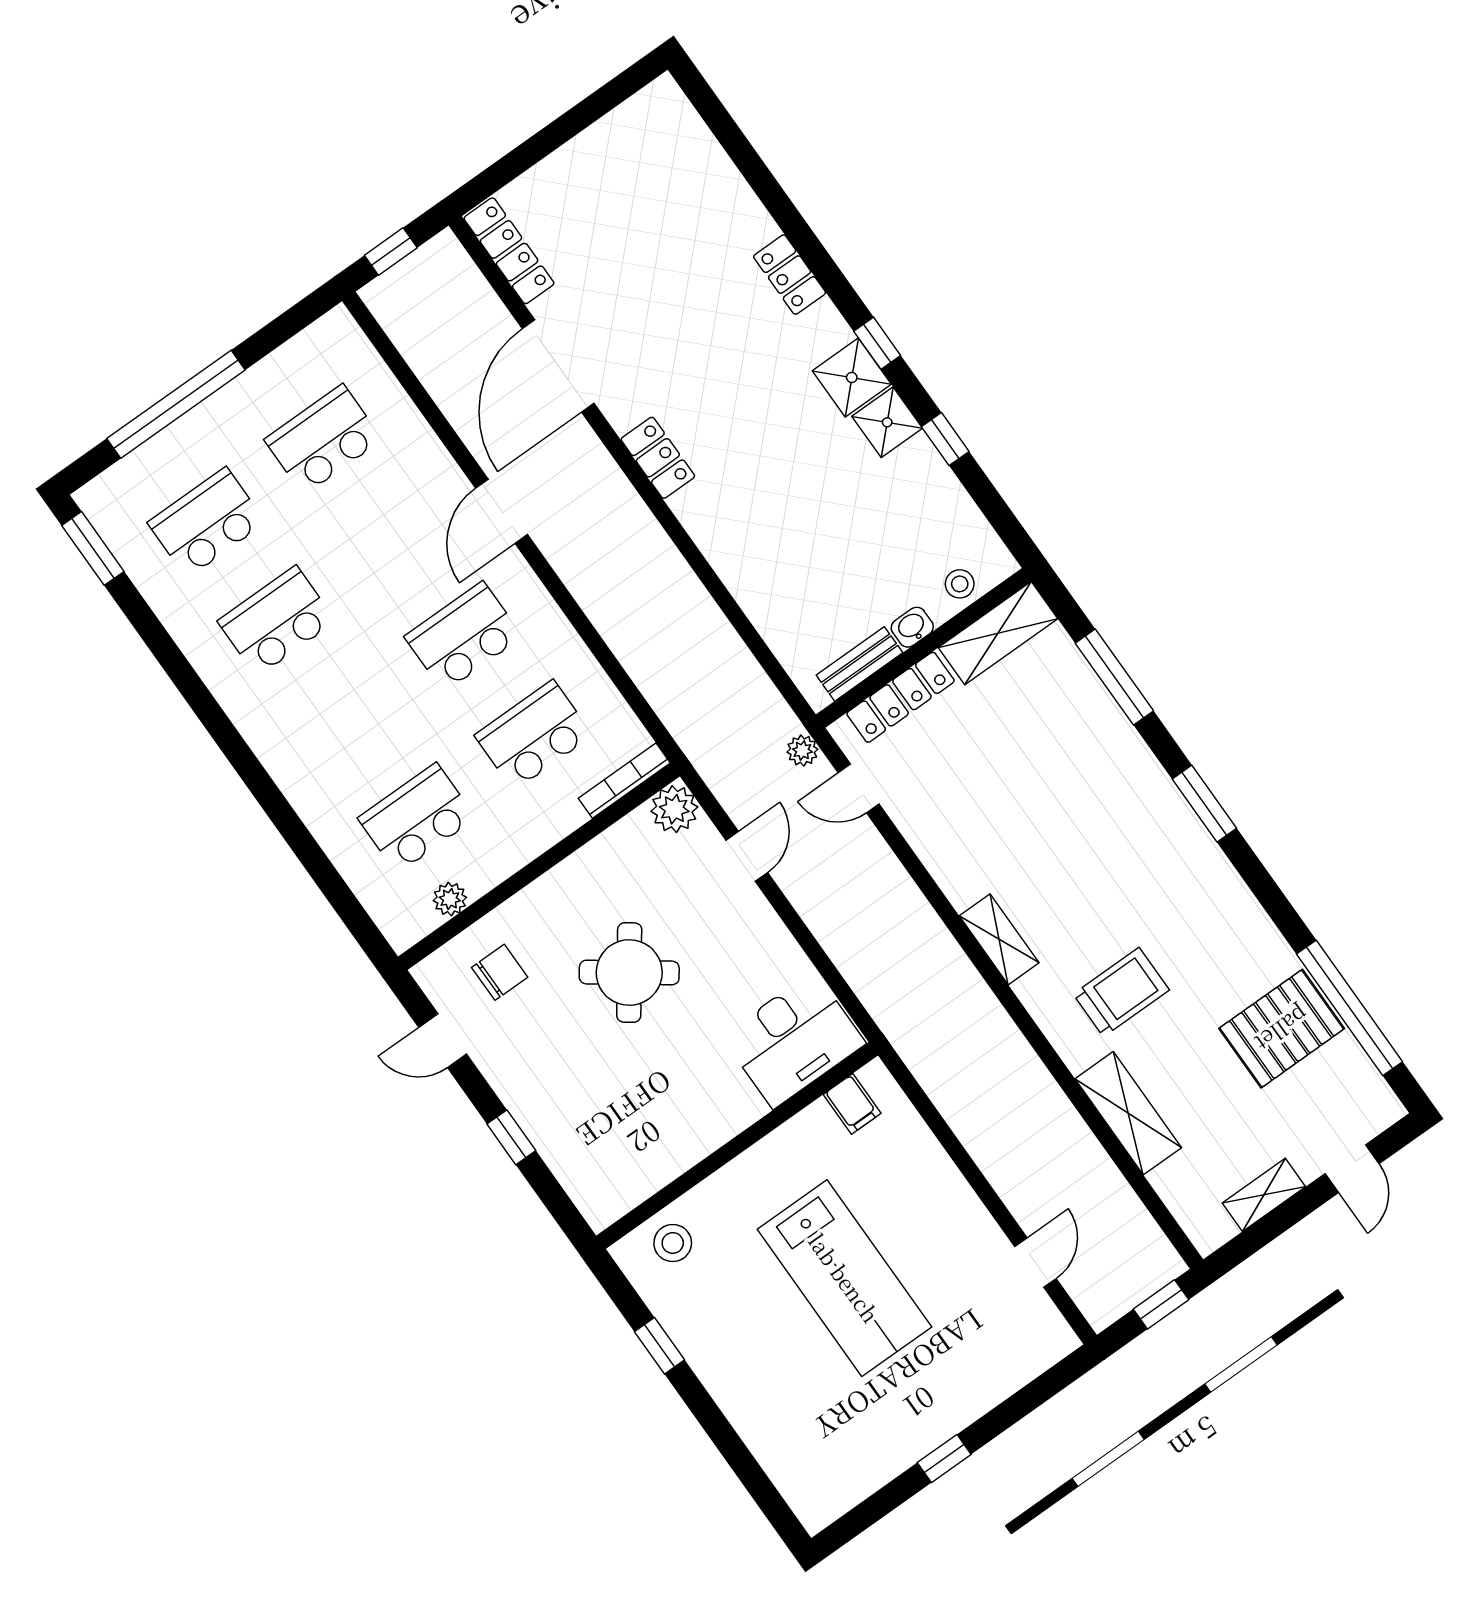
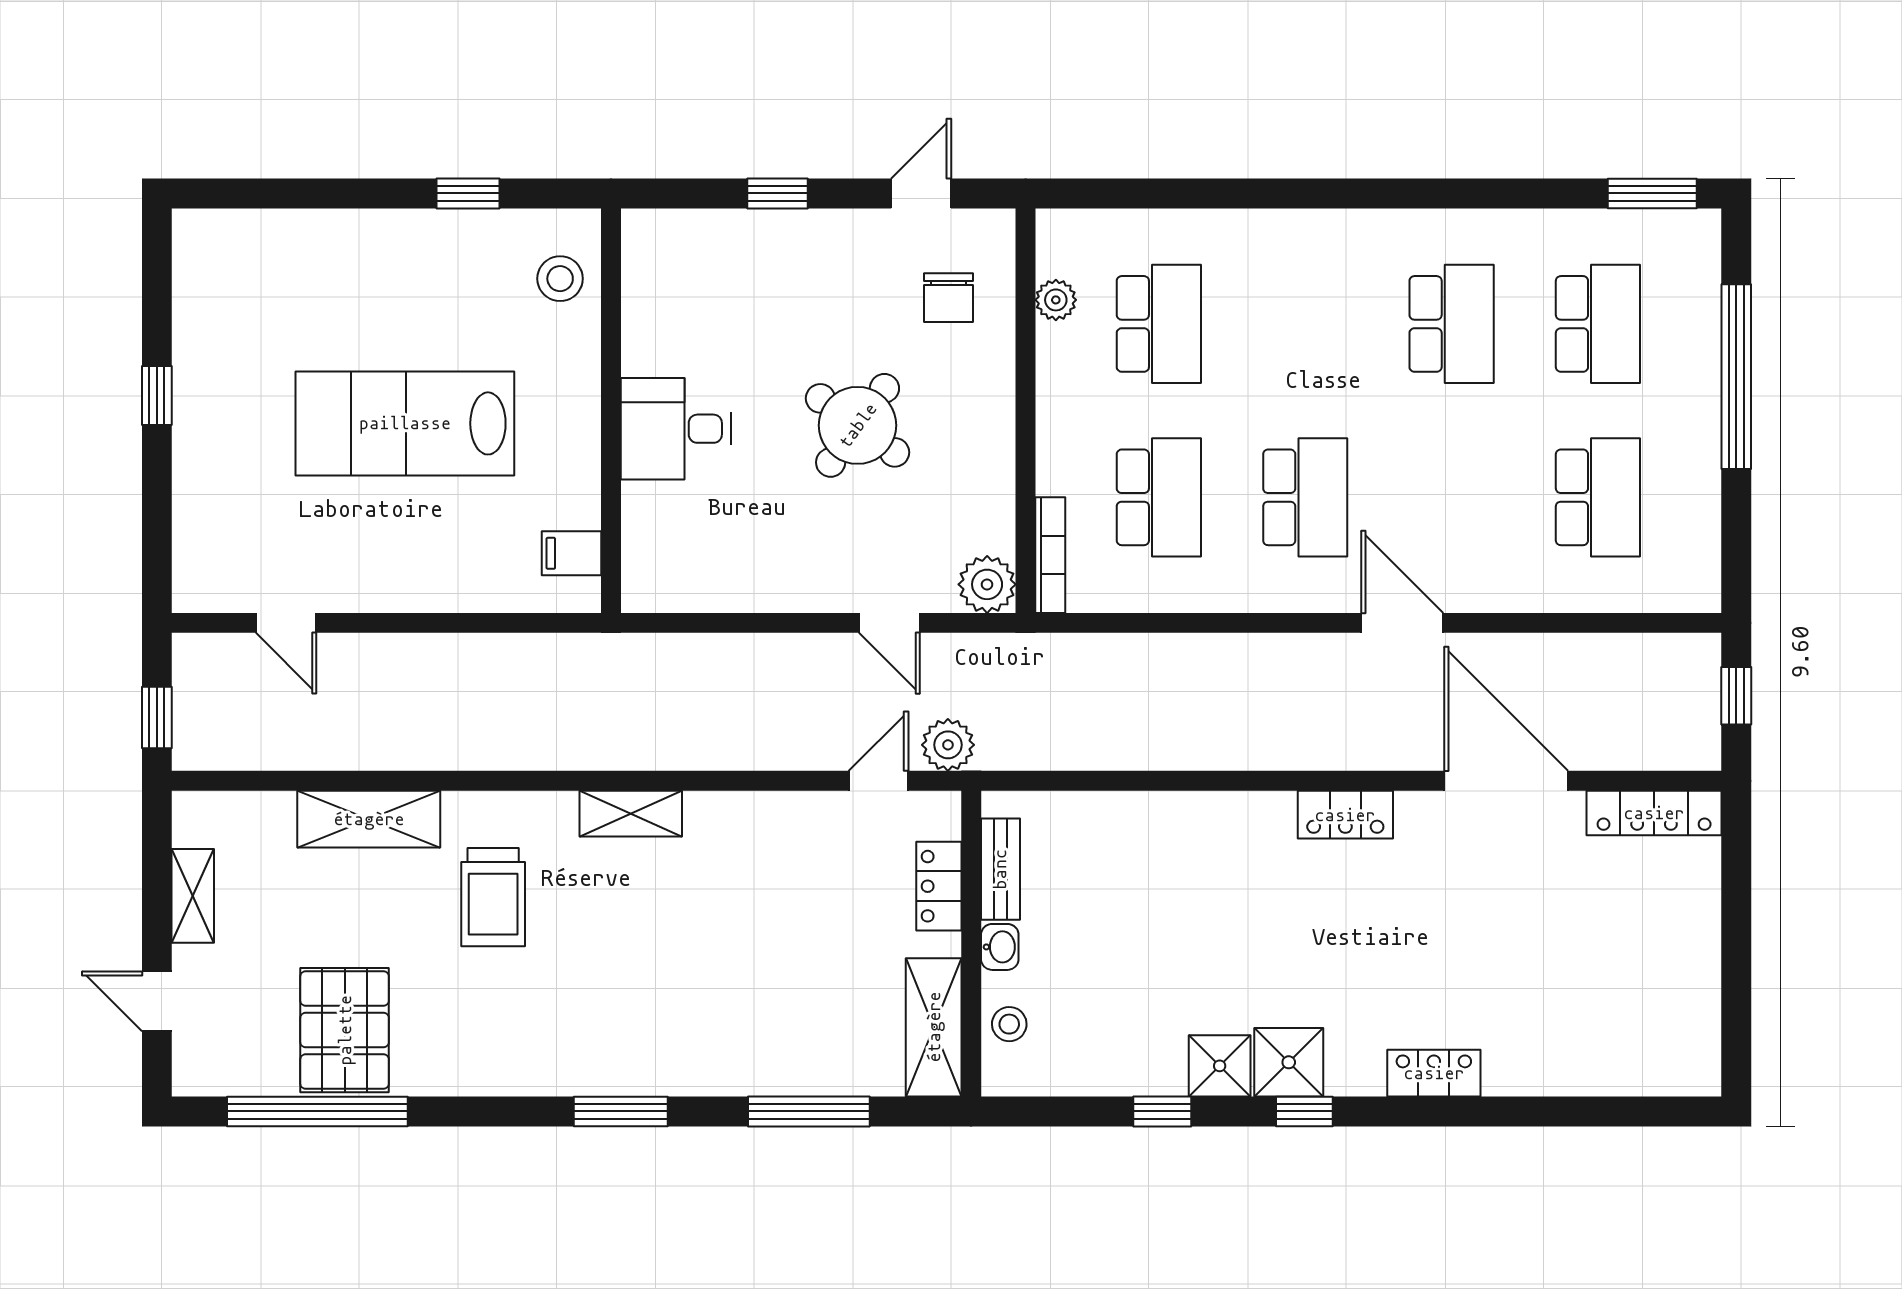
locker: (901, 697) -> (939, 886), width x0.66
plant: (802, 751) -> (948, 745), width x1.38, depth x1.38
desk: (794, 1040) -> (676, 429), moved, width x0.73

